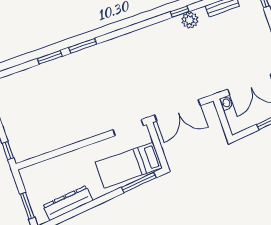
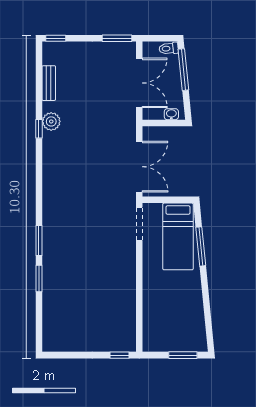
washbasin: (226, 103) -> (171, 114), moved
window: (139, 182) -> (201, 246), moved
dresser: (68, 203) -> (195, 313), removed

